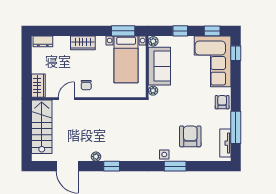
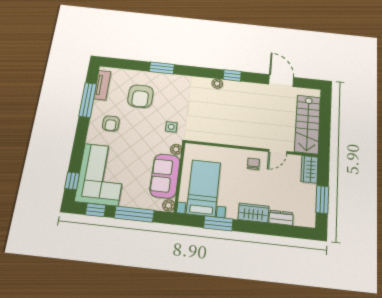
window: (123, 31) -> (218, 223), moved
window: (180, 31) -> (134, 214), width x2.17
dresser: (43, 41) -> (281, 218), moved
window: (27, 60) -> (322, 200), added
armchair: (222, 102) -> (111, 123), moved
side table: (164, 155) -> (171, 127), moved
plant: (96, 157) -> (217, 84), moved

